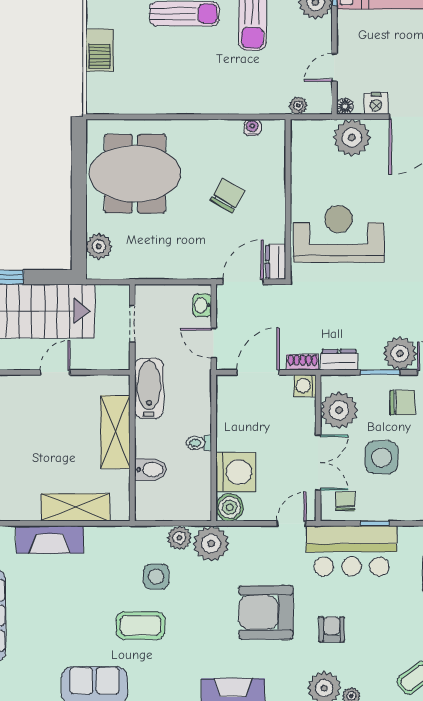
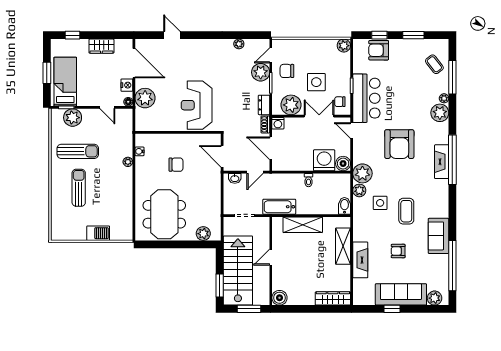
plant: (298, 106) -> (128, 162), moved
chair: (228, 196) -> (176, 165), turned 150
dresser: (276, 262) -> (211, 139), removed
door: (55, 372) -> (271, 257), hinge flipped
chair: (402, 403) -> (287, 71), turned -90
bidet: (151, 470) -> (344, 206), moved
armchair: (332, 629) -> (398, 251), moved

